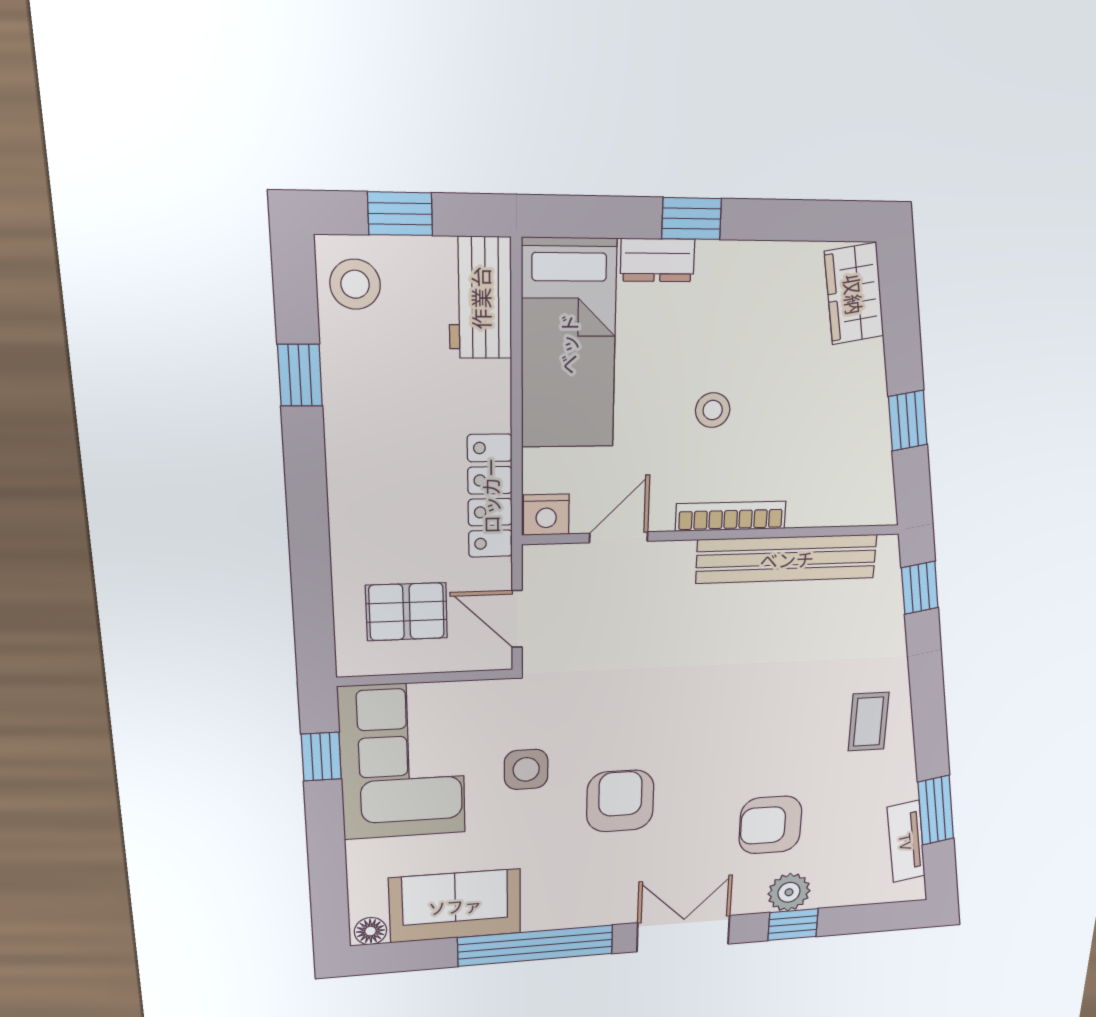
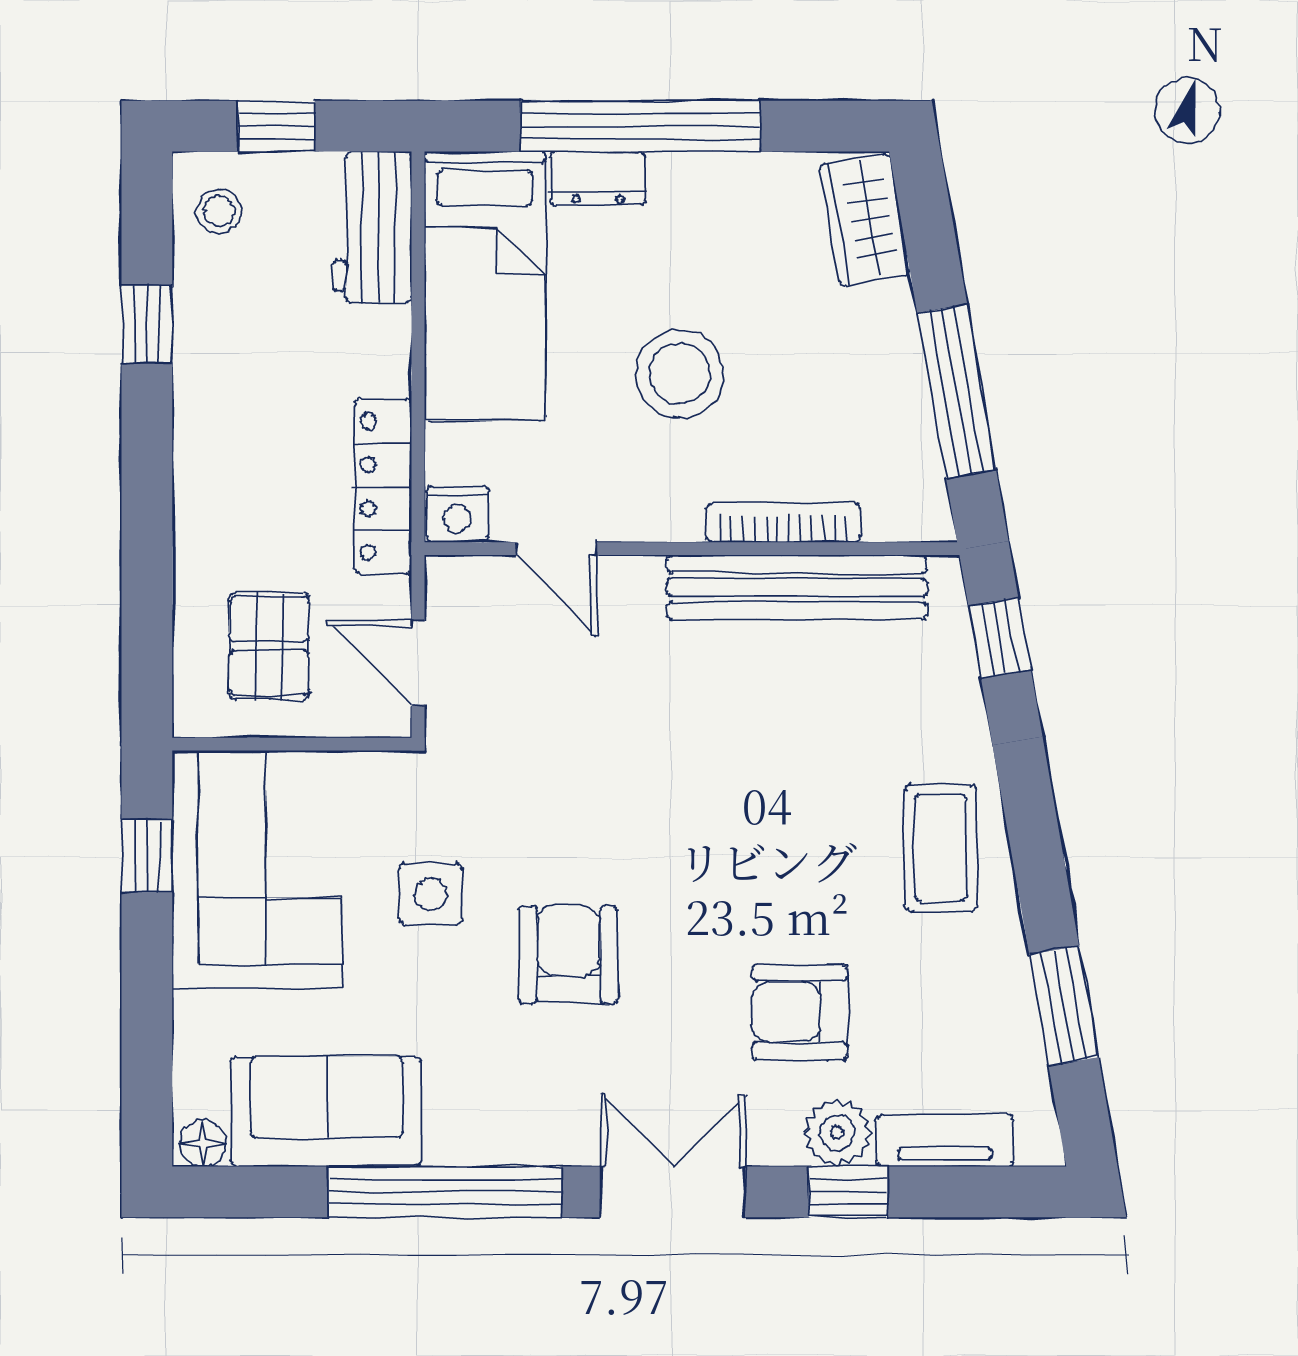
window: (692, 219) -> (640, 126), width x3.17
stool: (355, 284) -> (219, 211), width x0.73, depth x0.73
stool: (713, 410) -> (680, 374), width x1.89, depth x1.89
window: (908, 421) -> (957, 391), width x2.17
bookcase: (731, 516) -> (783, 523), moved
door: (619, 537) -> (557, 549), swing flipped
pallet: (407, 612) -> (269, 646), turned 90
coffee table: (869, 722) -> (941, 848), width x1.36, depth x1.30
tv unit: (906, 842) -> (945, 1140), moved, turned 100

